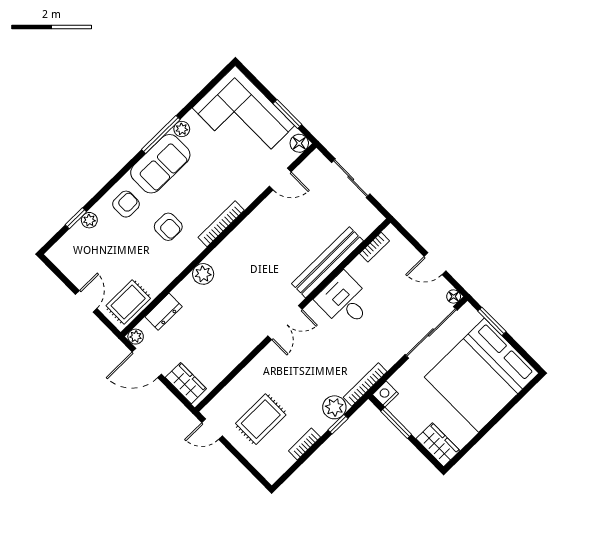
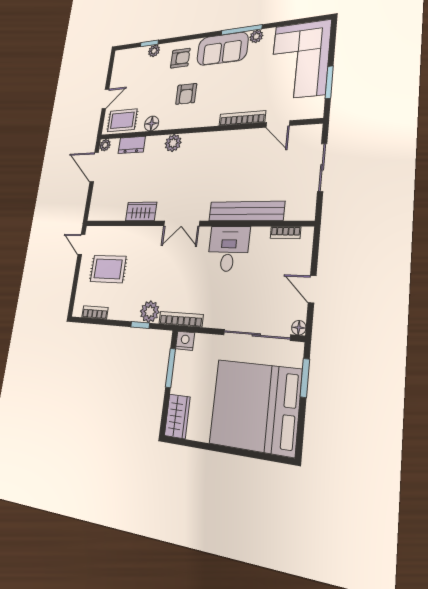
floor lamp: (299, 143) -> (152, 123), moved
bookcase: (221, 224) -> (242, 118), moved
wardrobe: (186, 383) -> (141, 211), moved, turned -90
bookcase: (304, 444) -> (95, 312), moved

